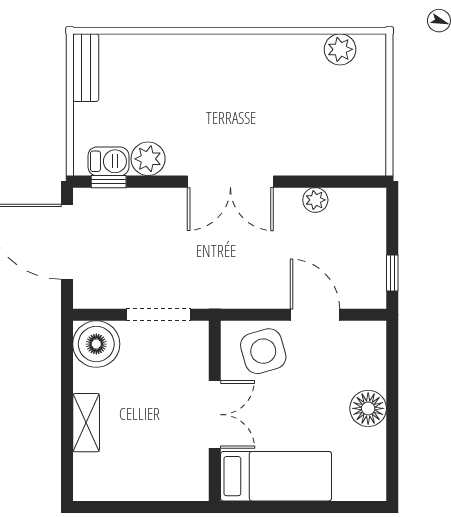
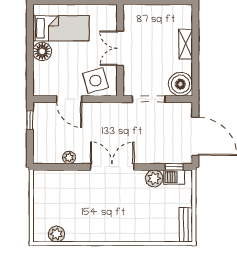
bed: (276, 476) -> (61, 28), moved, turned 180

